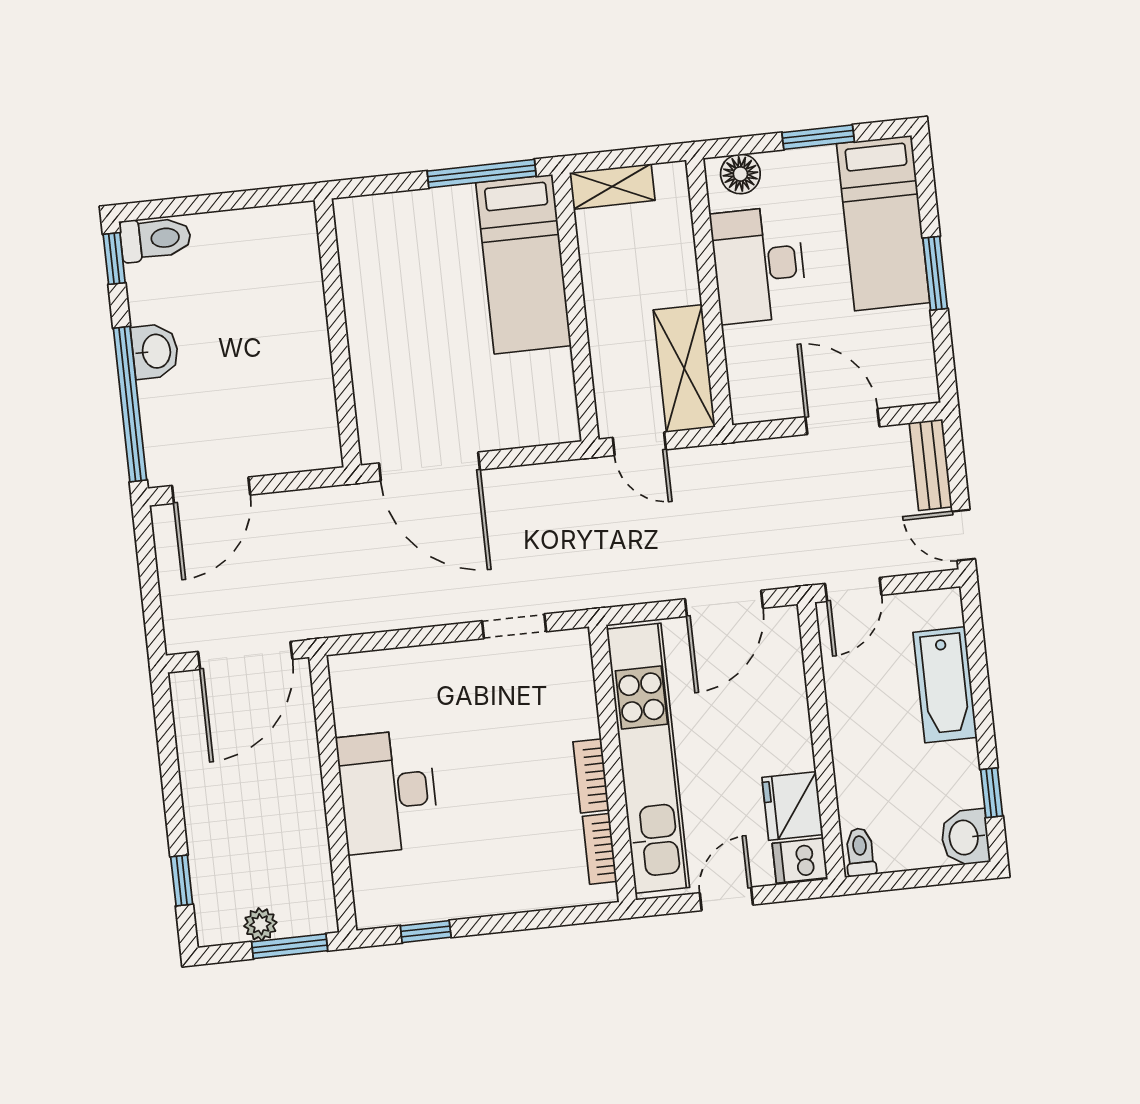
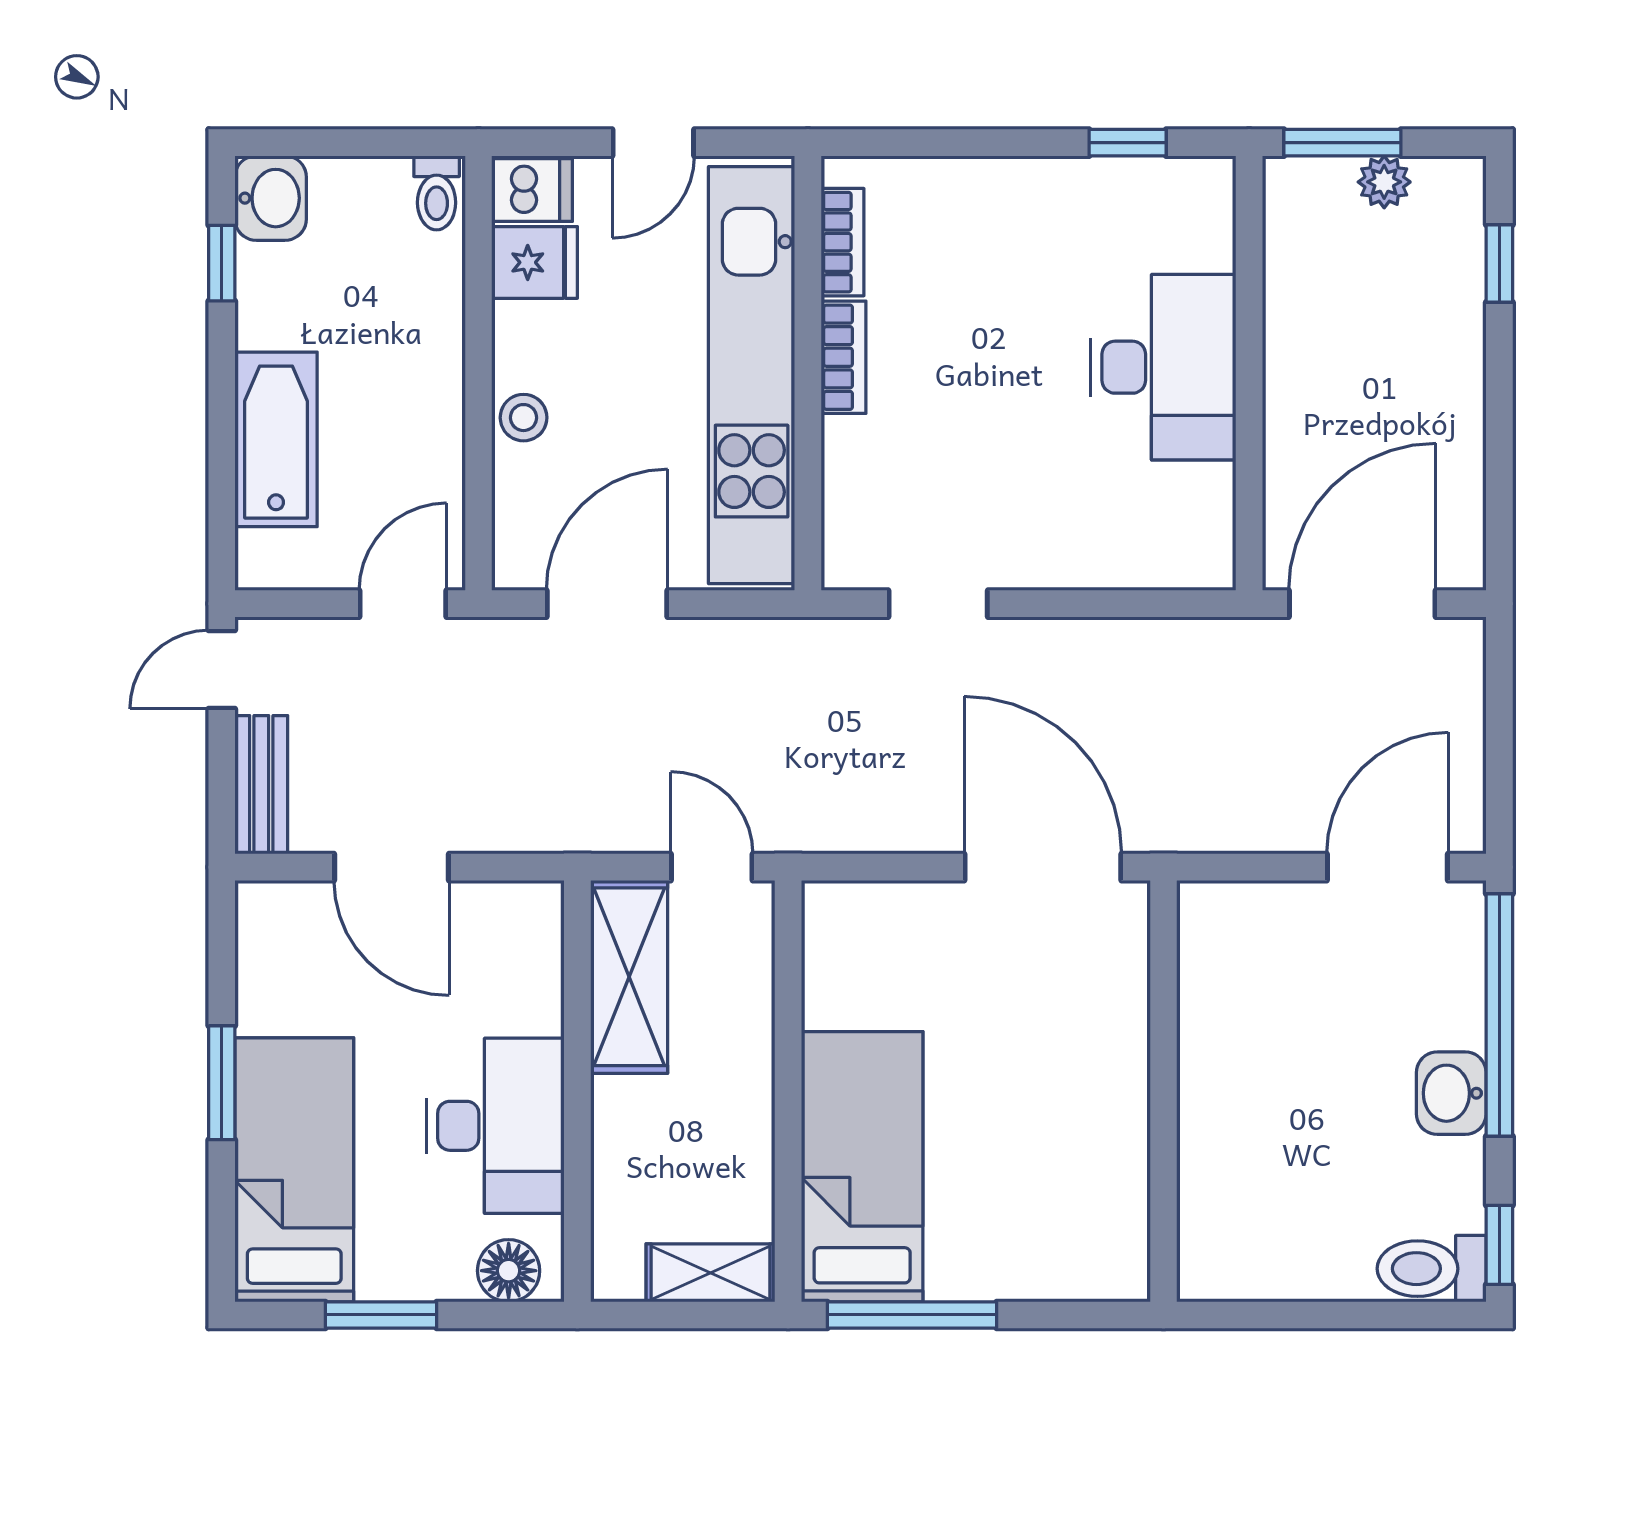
door: (964, 535) -> (222, 670), swing flipped
stool: (790, 716) -> (524, 418), added
fridge: (792, 806) -> (535, 262), width x0.72

